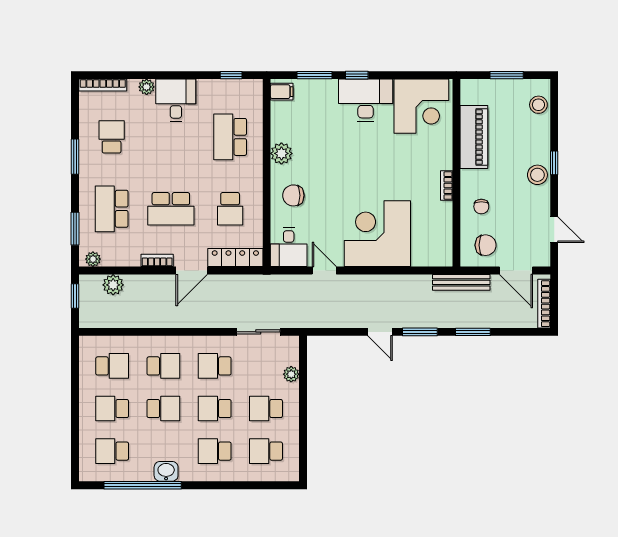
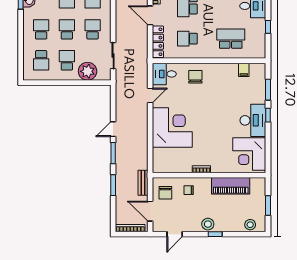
window: (231, 75) -> (268, 27), moved
filing cabinet: (282, 92) -> (244, 70), moved
plant: (281, 153) -> (221, 70), removed
door: (516, 271) -> (150, 211), hinge flipped
bench: (461, 282) -> (143, 183), width x0.73
plant: (291, 374) -> (88, 71), width x1.87, depth x1.87
school desk: (266, 451) -> (41, 60), turned 180

